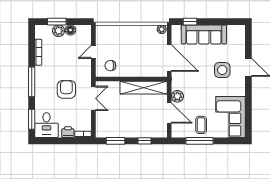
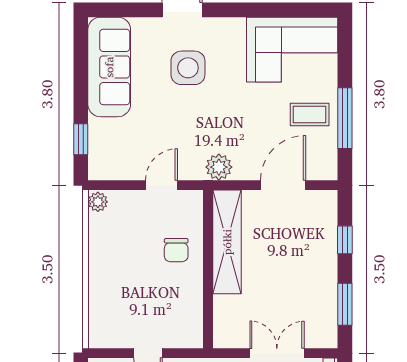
sofa: (204, 34) -> (109, 67), moved
door: (169, 58) -> (161, 185), width x0.53
chair: (110, 66) -> (176, 250), moved
plant: (177, 96) -> (219, 167), moved
double door: (93, 98) -> (277, 353), moved

